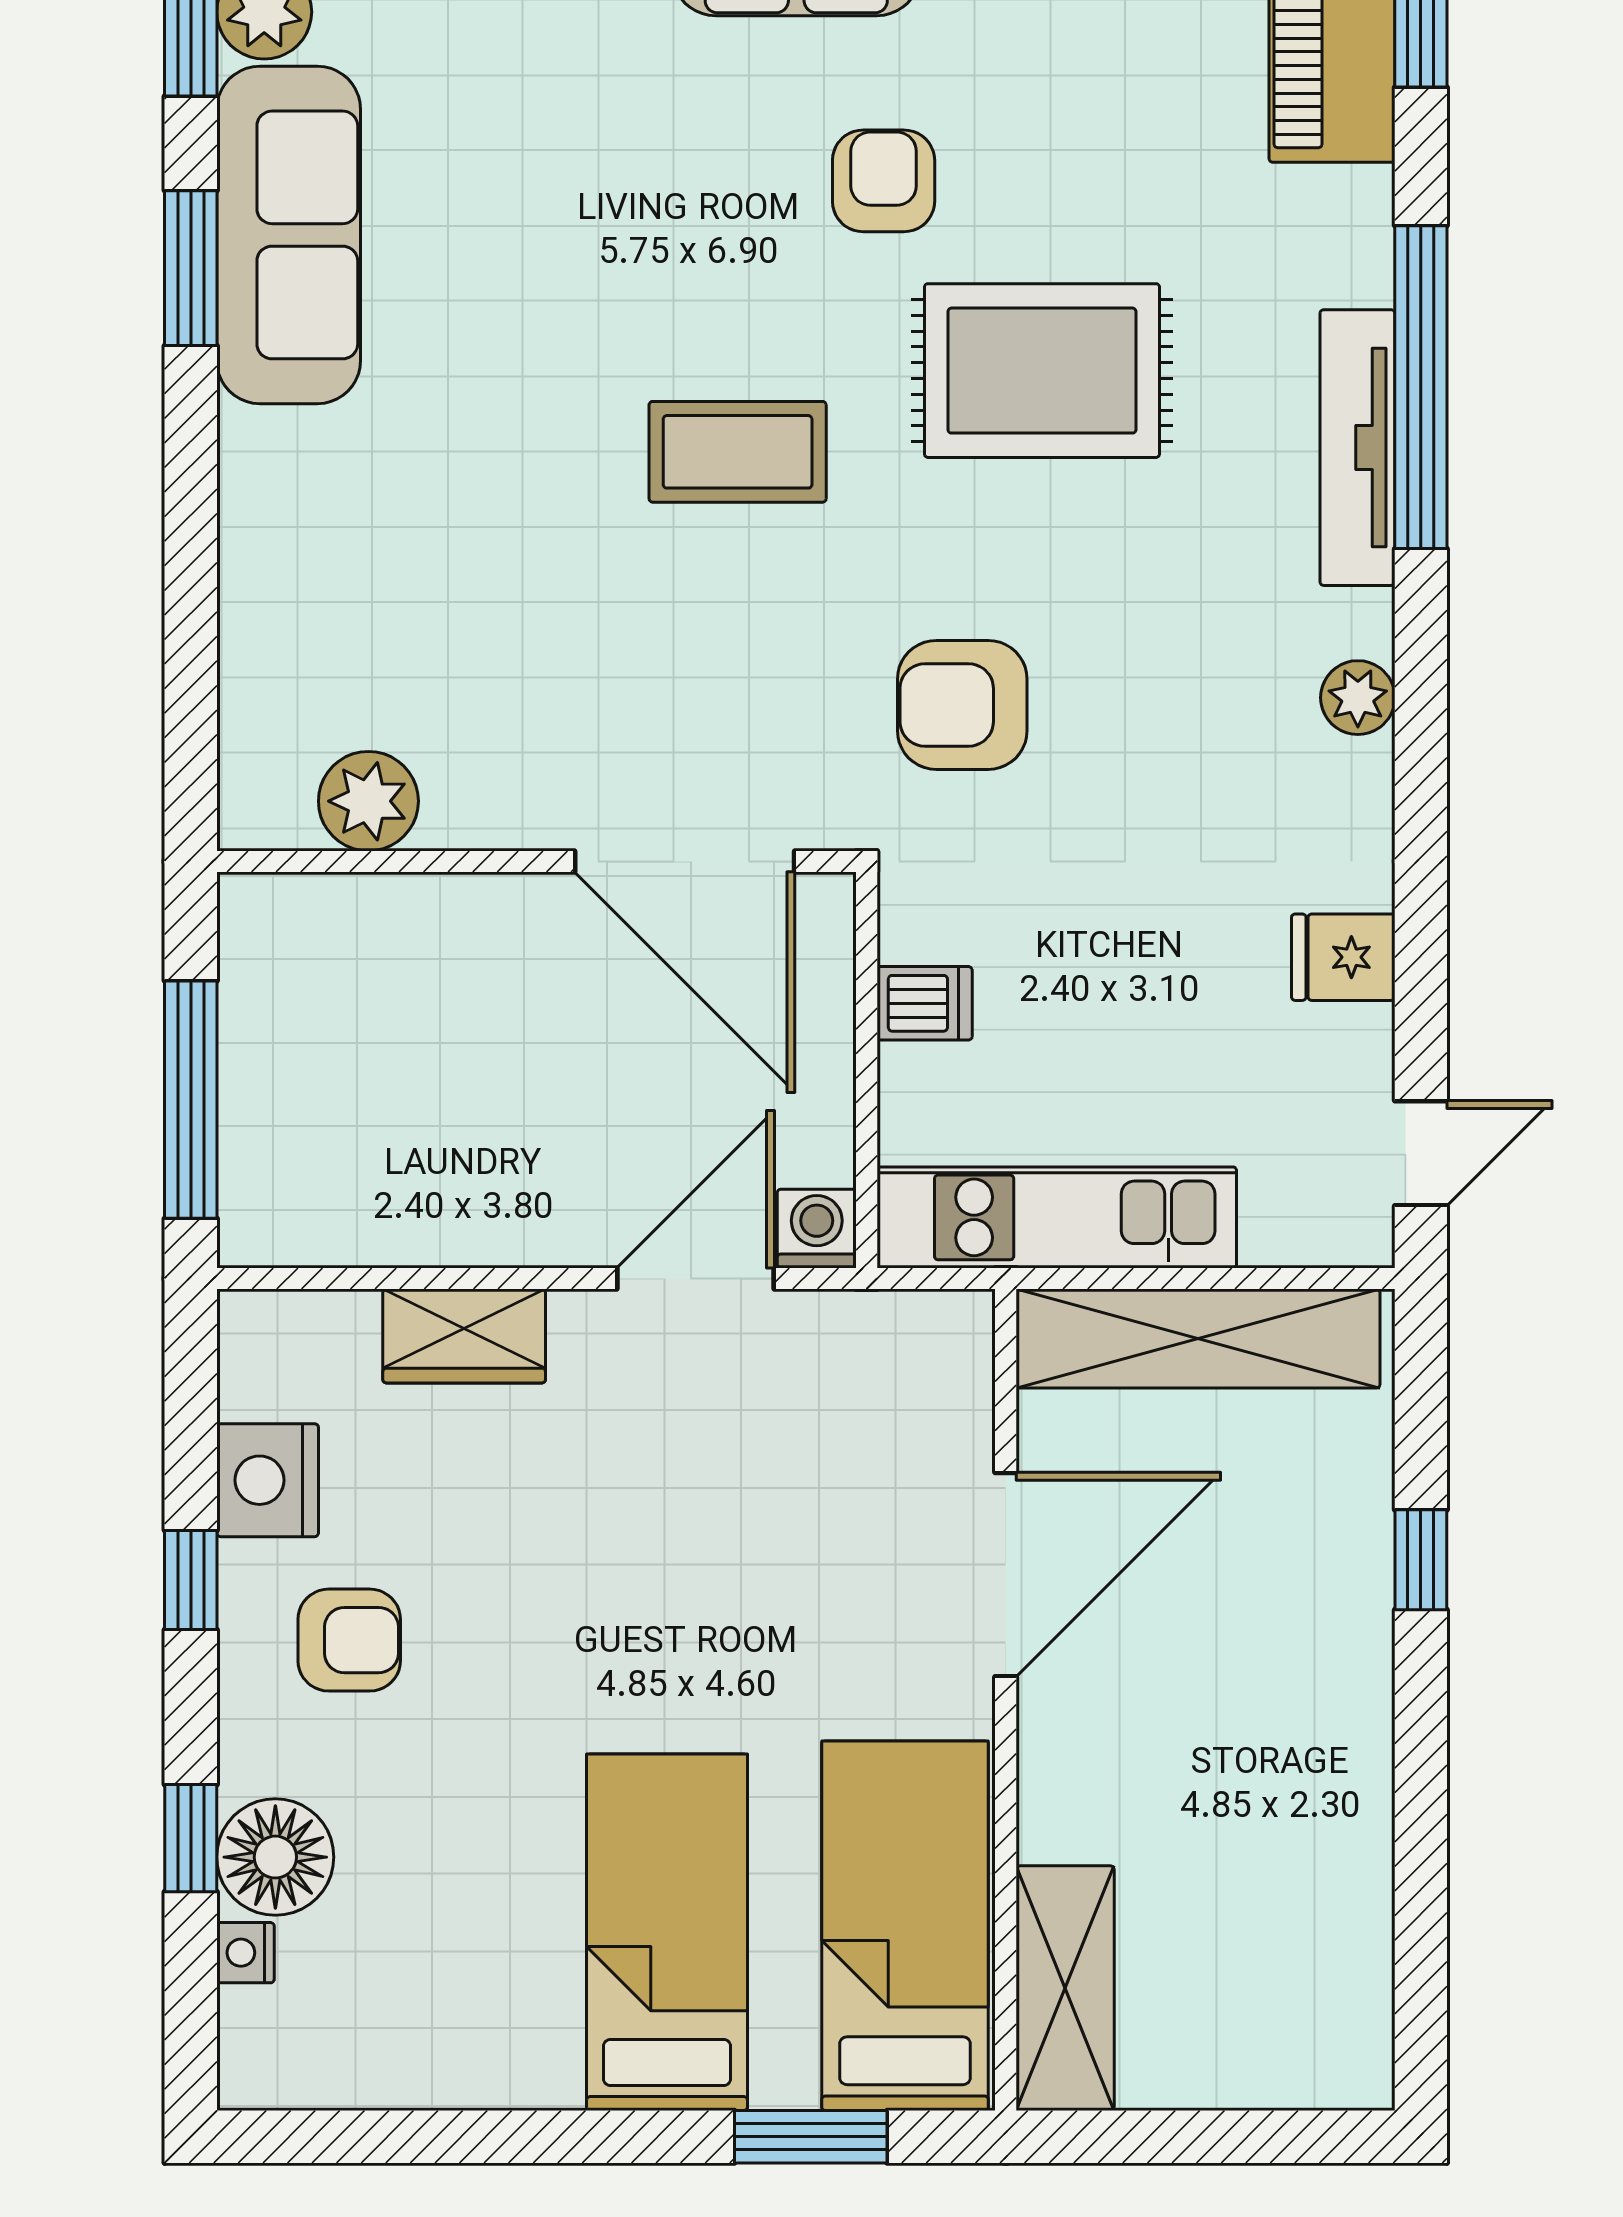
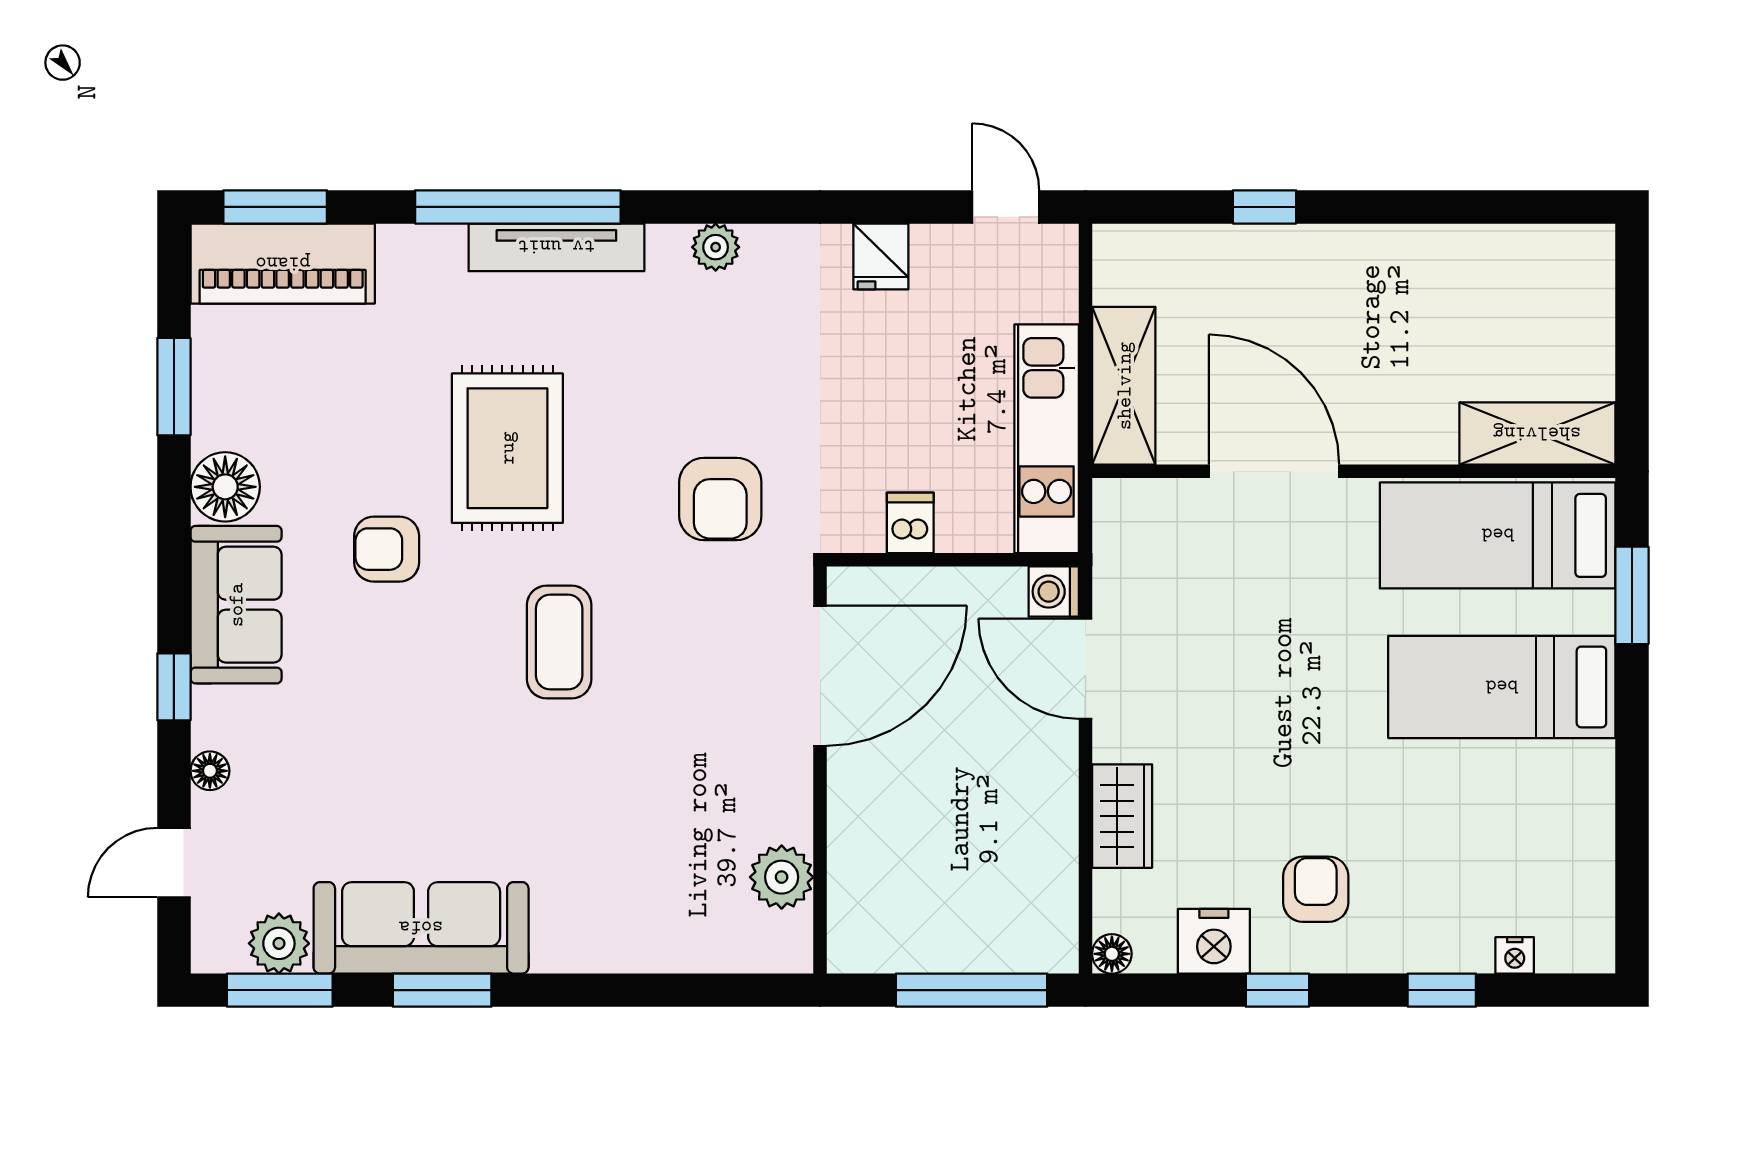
shelving: (1198, 1338) -> (1124, 386), width x0.68
floor lamp: (275, 1857) -> (1112, 954), moved, width x0.53, depth x0.53

